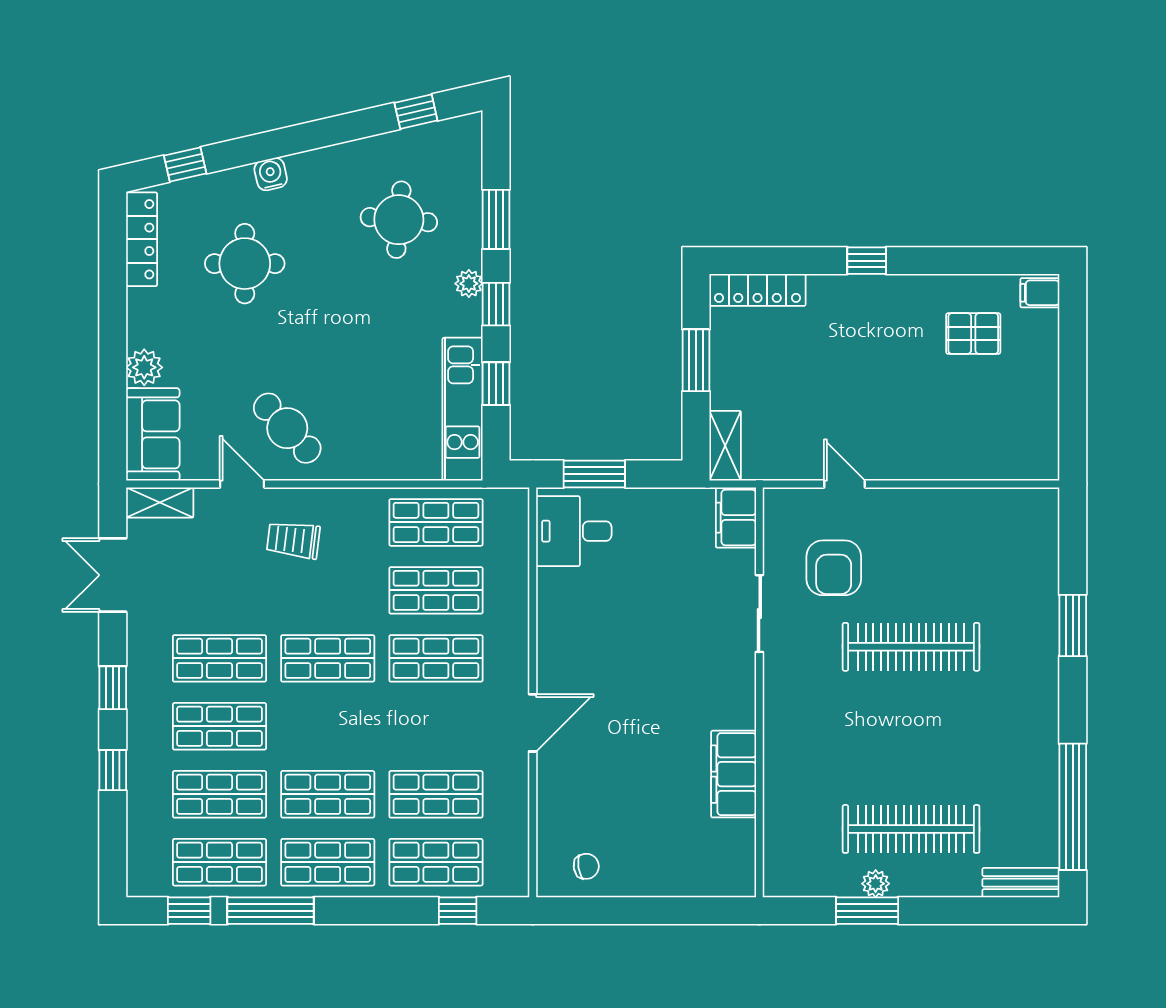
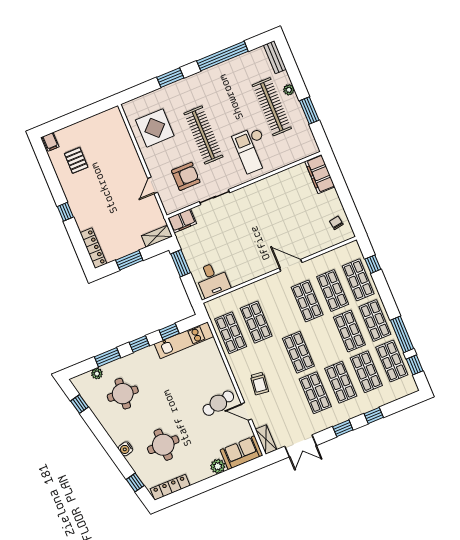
plant: (469, 284) -> (97, 374), moved
cafe table: (287, 428) -> (218, 403), turned 31
window: (594, 474) -> (181, 263), moved
door: (242, 484) -> (246, 411), hinge flipped
display table: (973, 543) -> (155, 128), added
shop shelf: (436, 658) -> (307, 301), moved
checkout: (831, 745) -> (253, 150), added
filing cabinet: (734, 774) -> (320, 174), moved, turned 90
window: (1073, 807) -> (222, 56), moved
plant: (876, 884) -> (289, 90), moved

